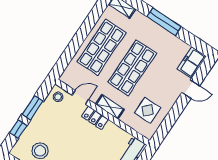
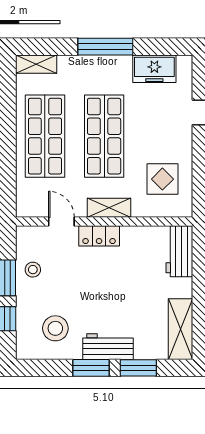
freezer: (192, 63) -> (154, 69), moved, turned -90
stool: (58, 97) -> (33, 270), moved
door: (80, 97) -> (61, 222), hinge flipped

